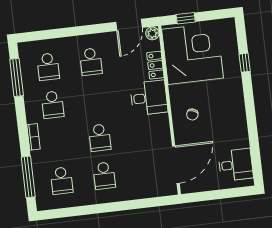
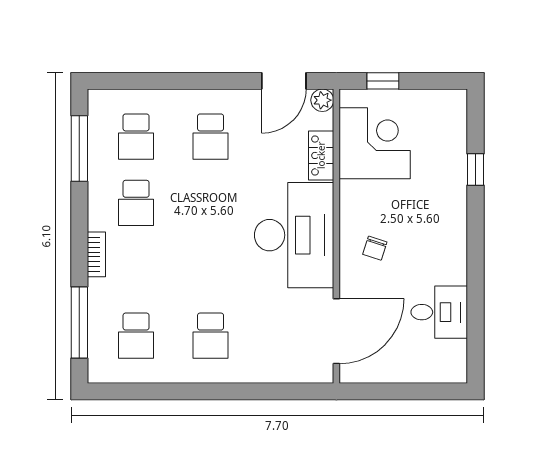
corner desk: (192, 54) -> (375, 143), width x0.74, depth x0.74
desk: (149, 98) -> (294, 235), width x1.87, depth x1.30
school desk: (100, 138) -> (211, 269), removed
desk: (236, 165) -> (439, 312), moved

